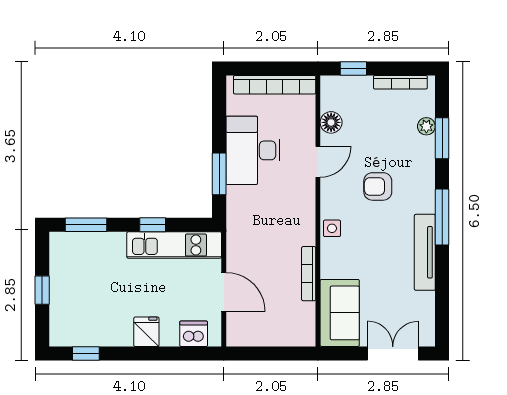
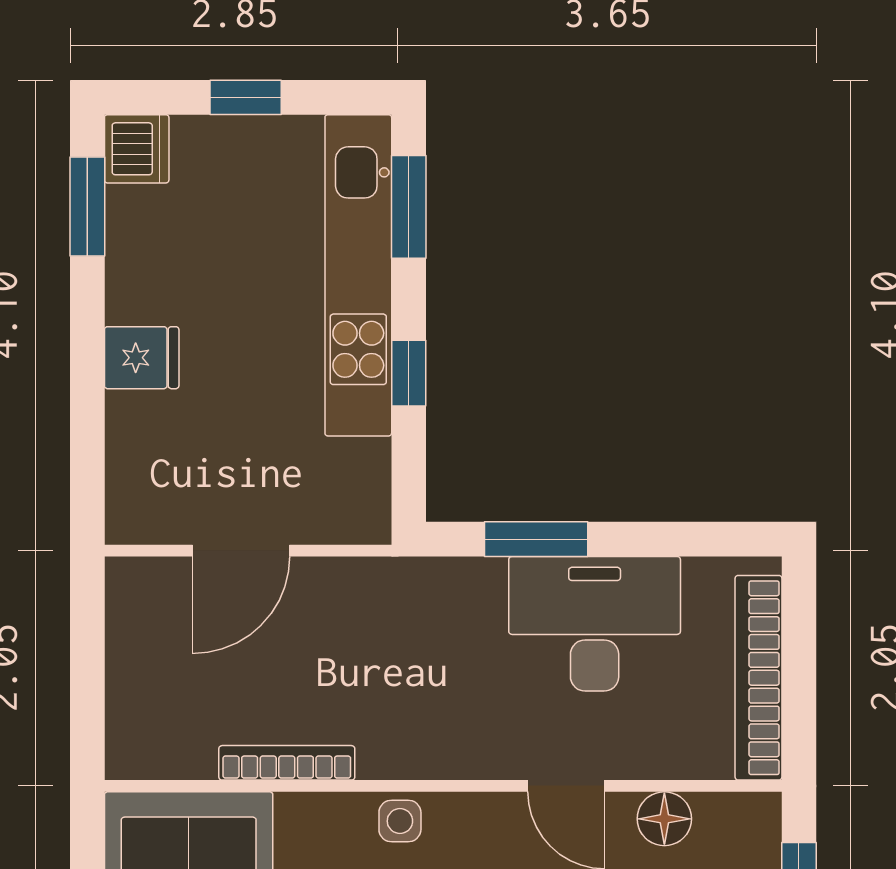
kitchen unit: (174, 245) -> (358, 275), moved, width x1.36
dishwasher: (194, 334) -> (137, 149), moved
window: (86, 354) -> (87, 206), width x1.50

